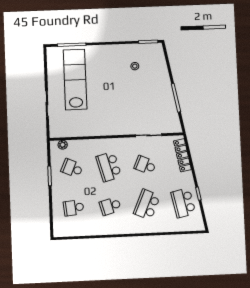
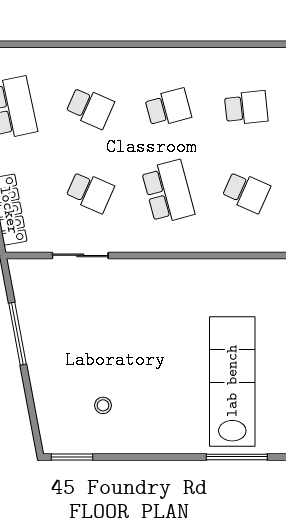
lab bench: (75, 80) -> (232, 381), turned 180
plant: (63, 145) -> (264, 243), removed
school desk: (147, 205) -> (90, 108), width x0.54

